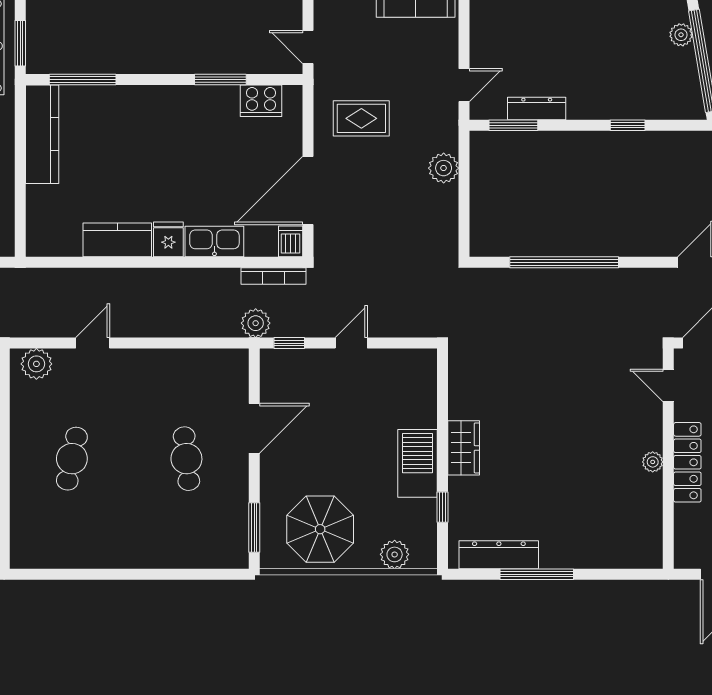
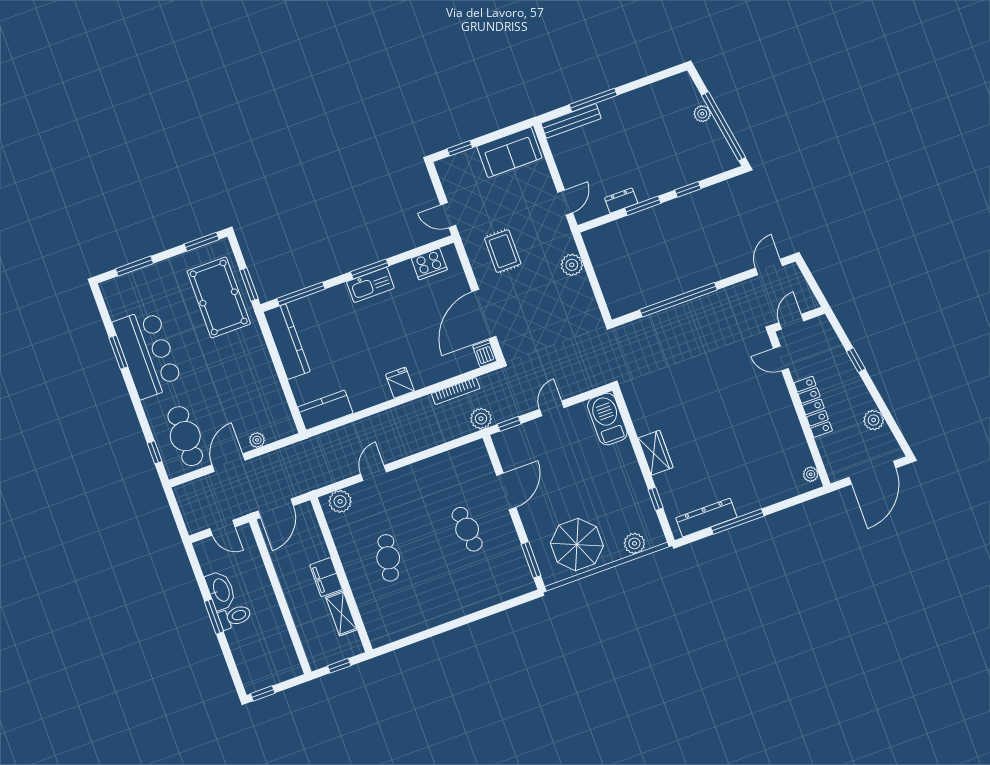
window: (220, 79) -> (370, 269), moved
dresser: (537, 108) -> (621, 201), width x0.70
rug: (361, 118) -> (503, 251), turned 90
window: (513, 125) -> (643, 206), moved
kitchen counter: (117, 240) -> (325, 410), moved
kitchen sink: (214, 242) -> (370, 285), moved, turned 180
bookcase: (274, 276) -> (456, 391), moved
plant: (653, 462) -> (811, 474), moved
barbecue: (417, 463) -> (607, 419), moved

